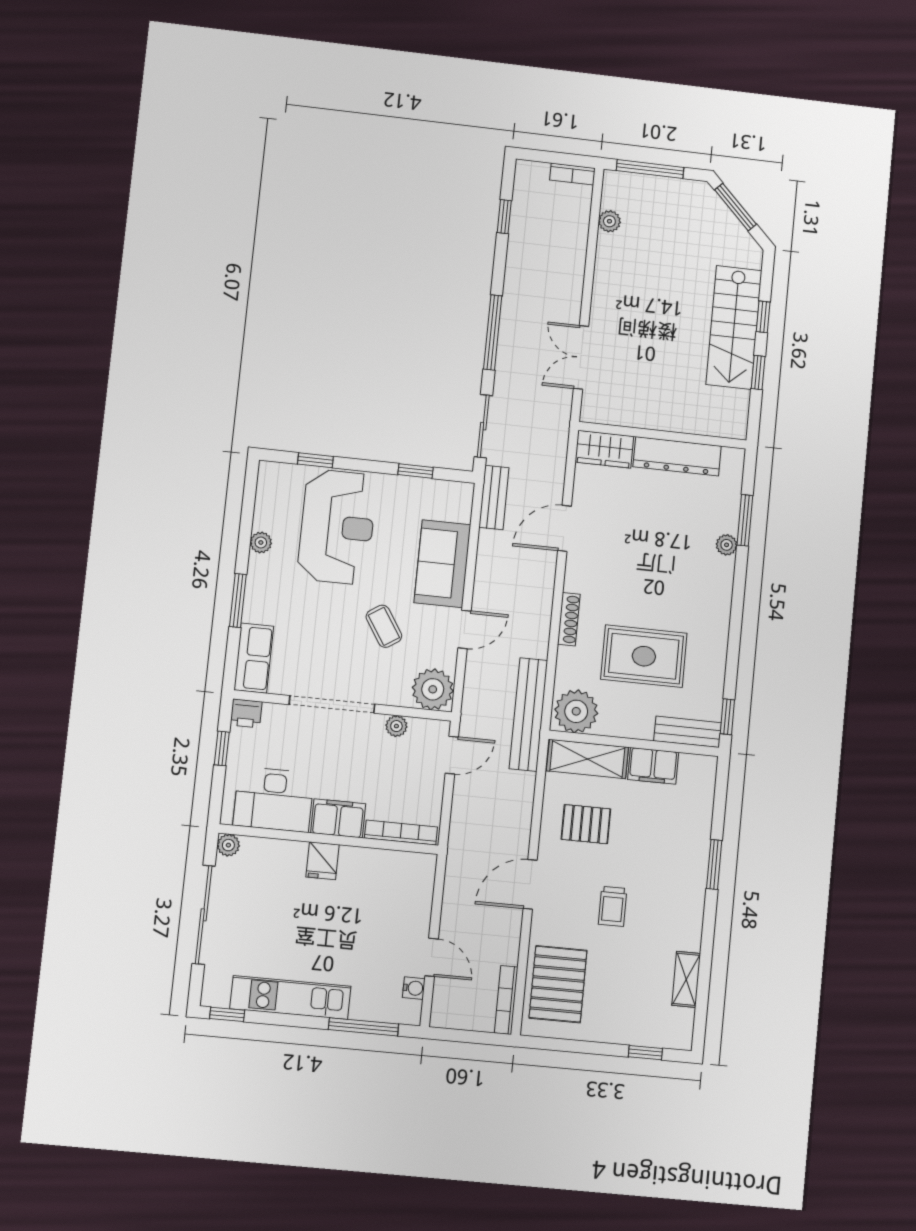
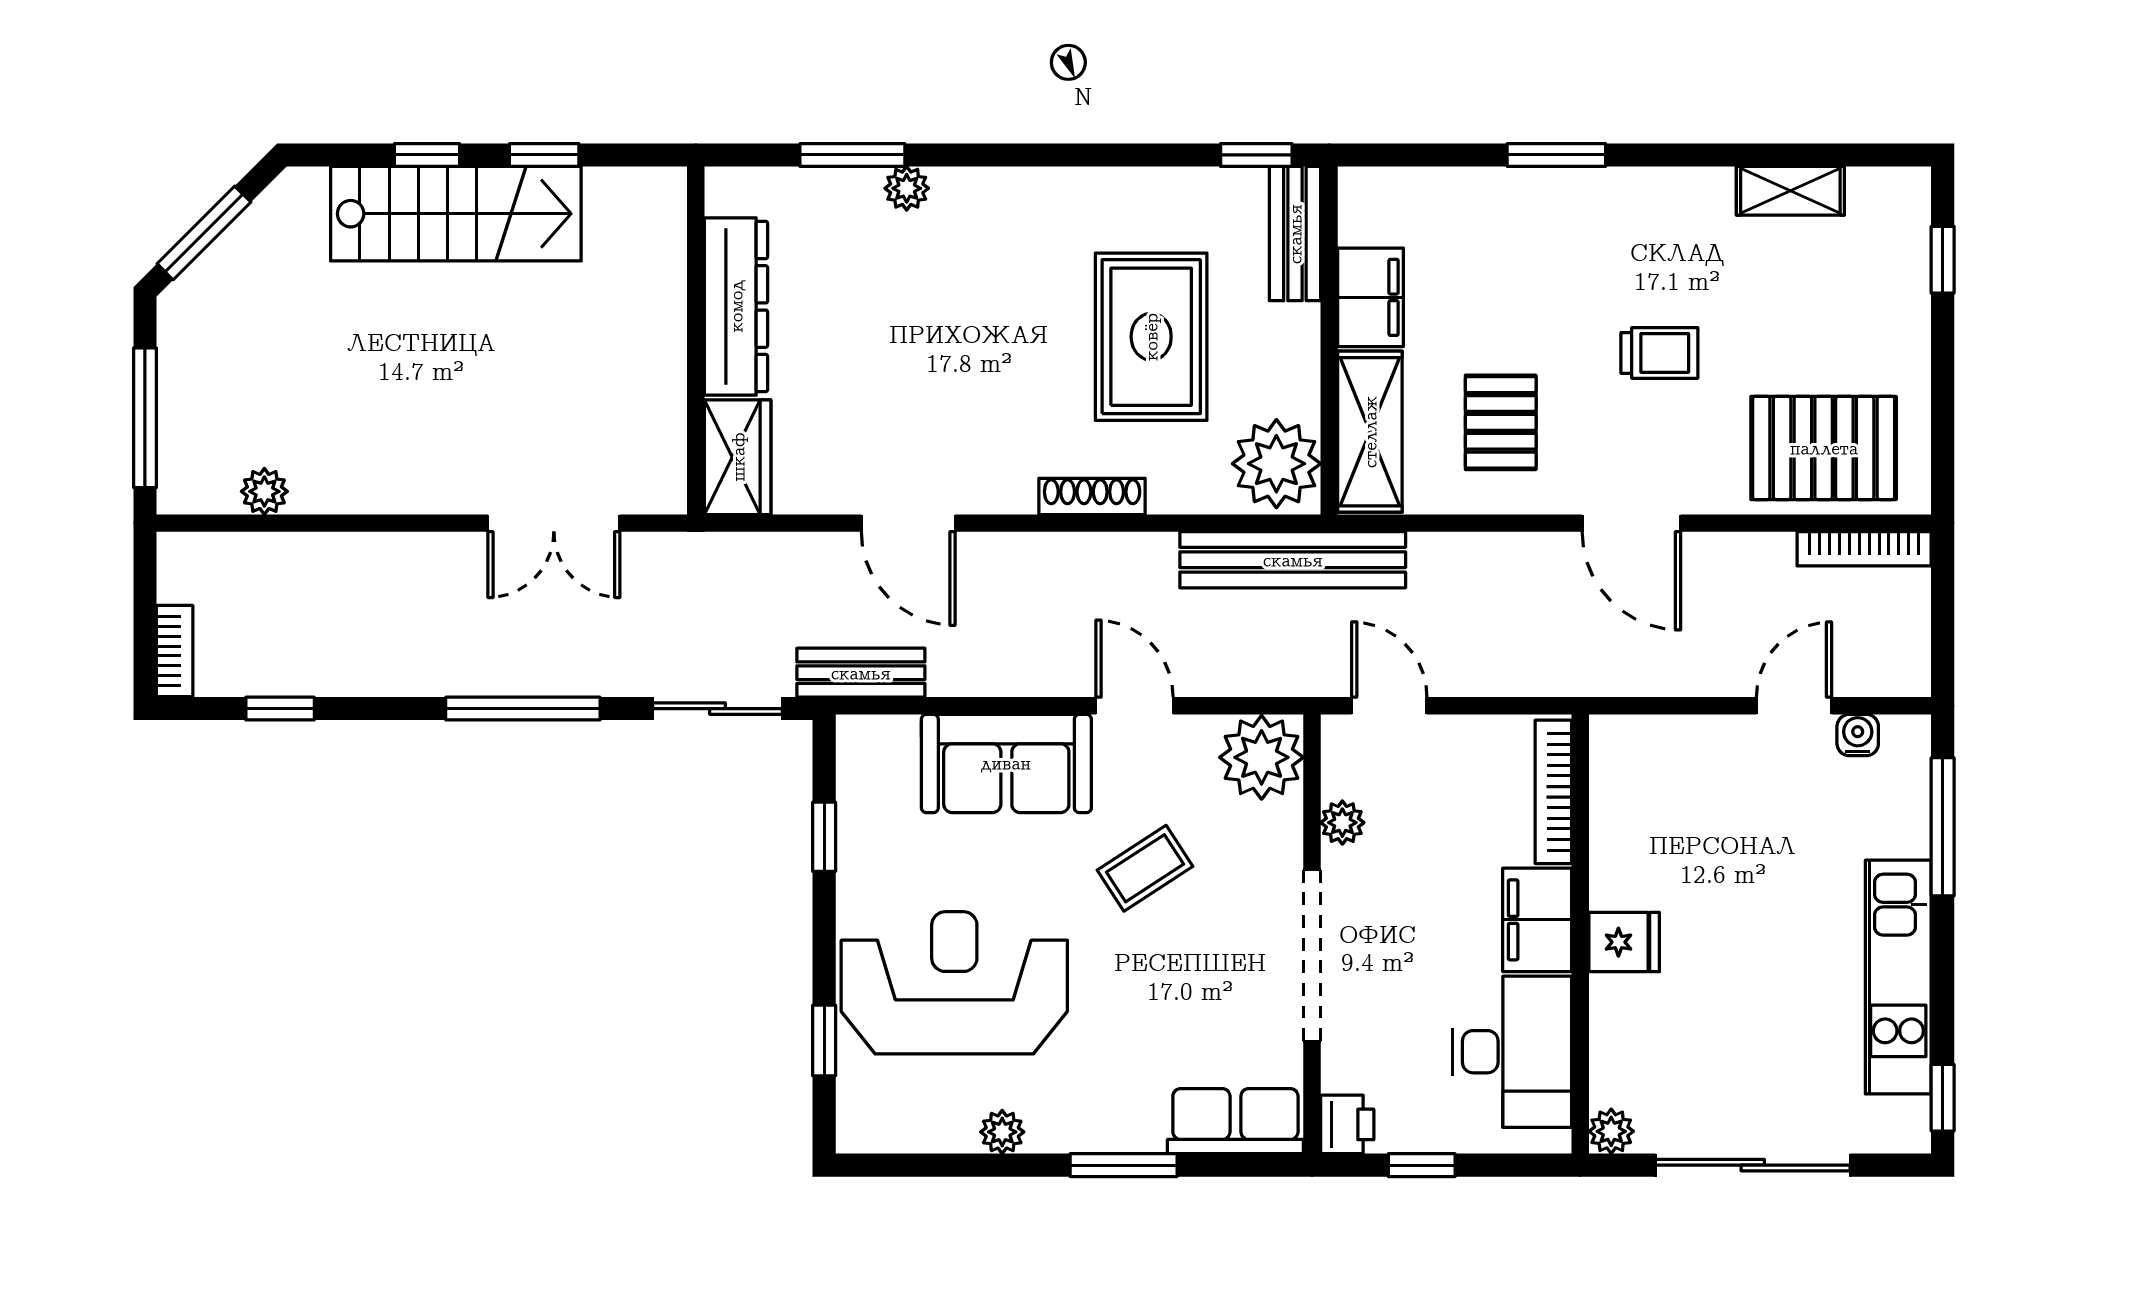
bookcase: (572, 174) -> (175, 651), moved

